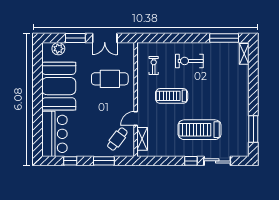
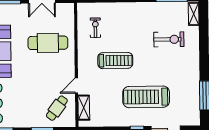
exercise bike: (189, 61) -> (169, 39), moved, turned 180
treadmill: (172, 96) -> (115, 61), turned 180

